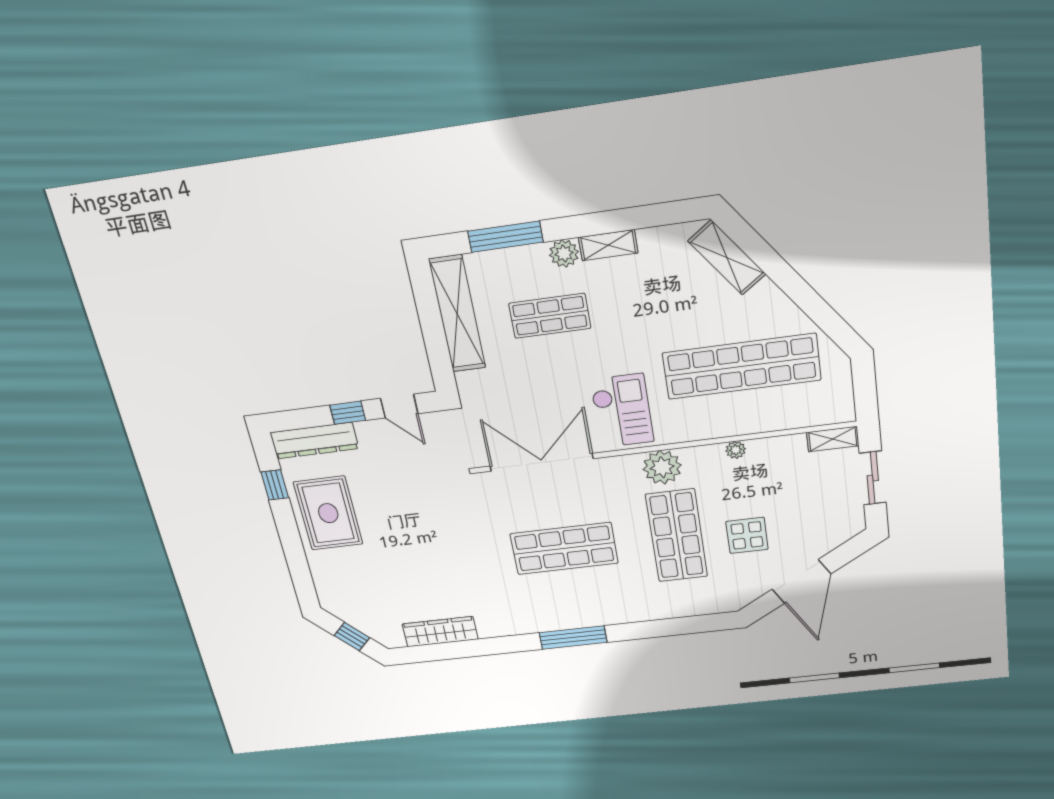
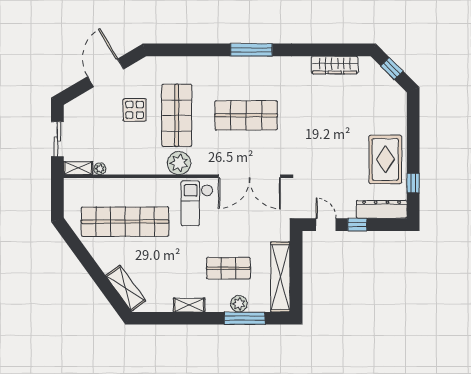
plant: (564, 253) -> (239, 304), moved
plant: (736, 450) -> (100, 169), moved

